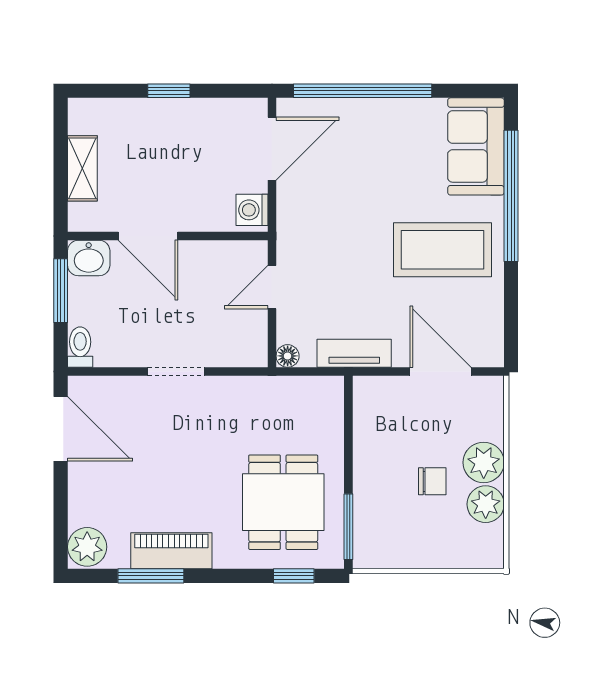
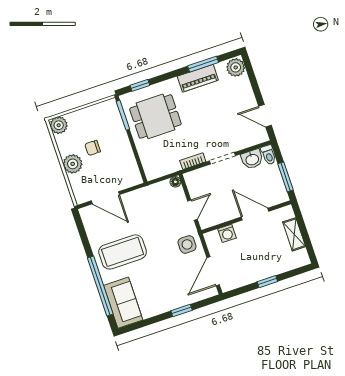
window: (363, 91) -> (182, 310), width x0.32
washing machine: (252, 210) -> (227, 233), moved, turned 90
side table: (307, 221) -> (187, 244), added
washbasin: (89, 258) -> (252, 159), moved, turned 180
tv unit: (354, 353) -> (146, 193), removed
bookcase: (238, 386) -> (193, 161), added
door: (61, 429) -> (265, 116), width x0.73
dining table: (283, 502) -> (155, 116), turned 90
plant: (486, 504) -> (59, 125), moved

